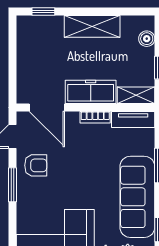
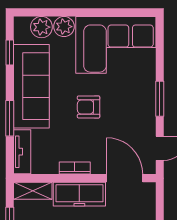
tv unit: (133, 119) -> (22, 152), moved, turned 90
armchair: (36, 165) -> (89, 107), moved

